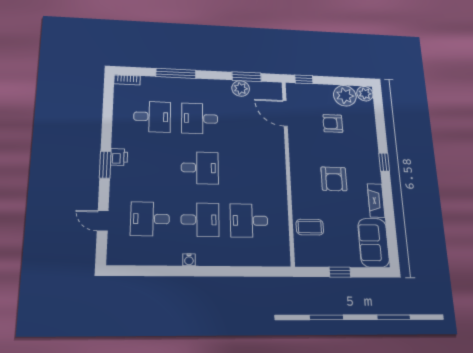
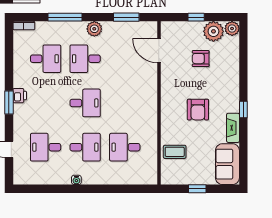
window: (304, 79) -> (196, 17), moved
plant: (241, 88) -> (94, 29), moved
window: (384, 162) -> (243, 110), moved

